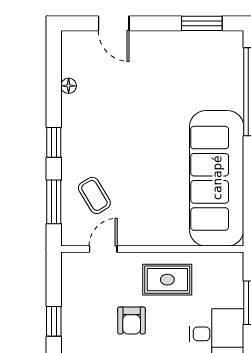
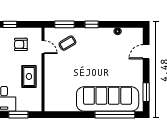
sofa: (217, 178) -> (108, 99), moved
armchair: (132, 321) -> (21, 44), moved

